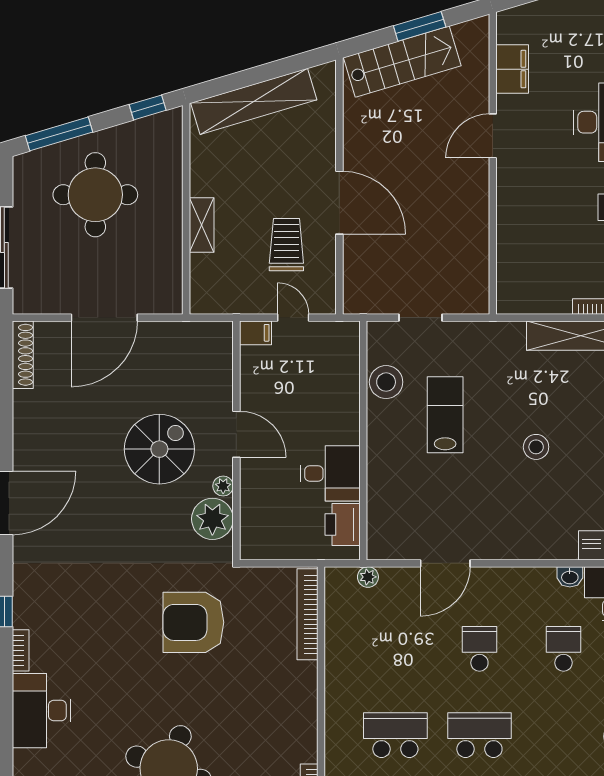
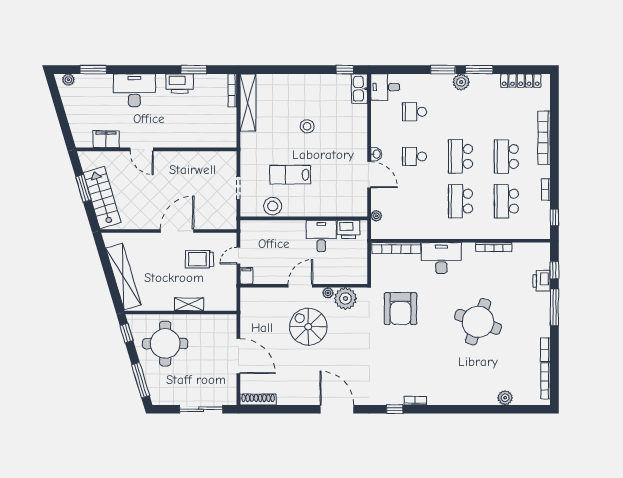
round table: (95, 195) -> (165, 344), moved
washbasin: (570, 577) -> (376, 154), moved
desk: (42, 711) -> (441, 258), moved, turned 180

